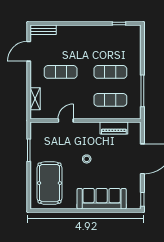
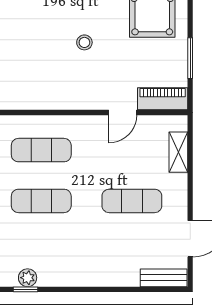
plant: (118, 30) -> (28, 278), added
piano: (114, 128) -> (163, 99), moved

